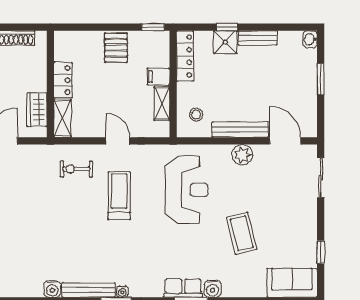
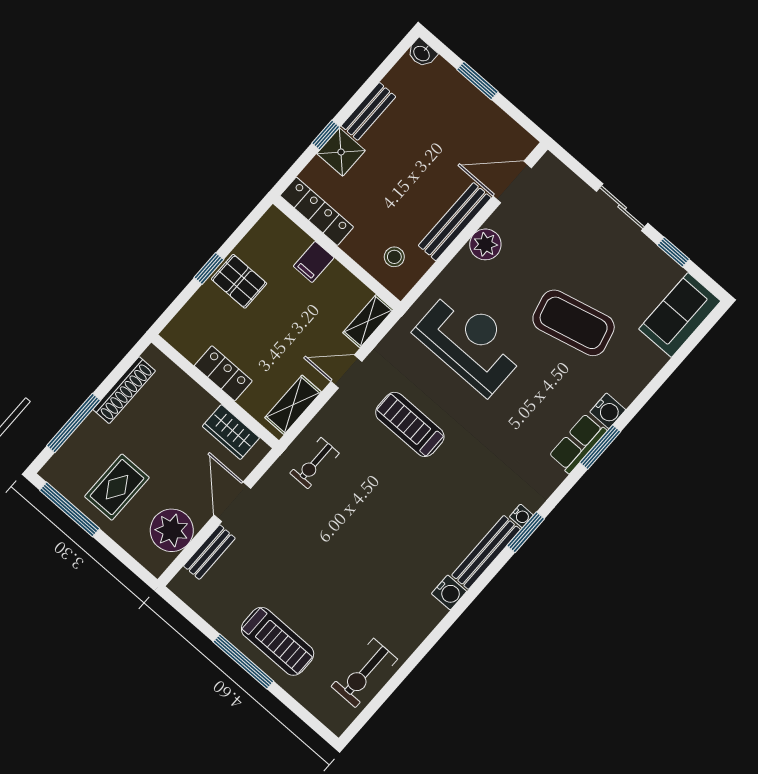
window: (153, 27) -> (209, 269), moved
shelving: (162, 103) -> (368, 321), moved, turned 90
shelving: (62, 118) -> (293, 405), moved, turned 90
exercise bike: (76, 169) -> (315, 463), moved
sliding door: (321, 178) -> (622, 207), moved
coffee table: (242, 233) -> (574, 323), width x1.36, depth x1.32

